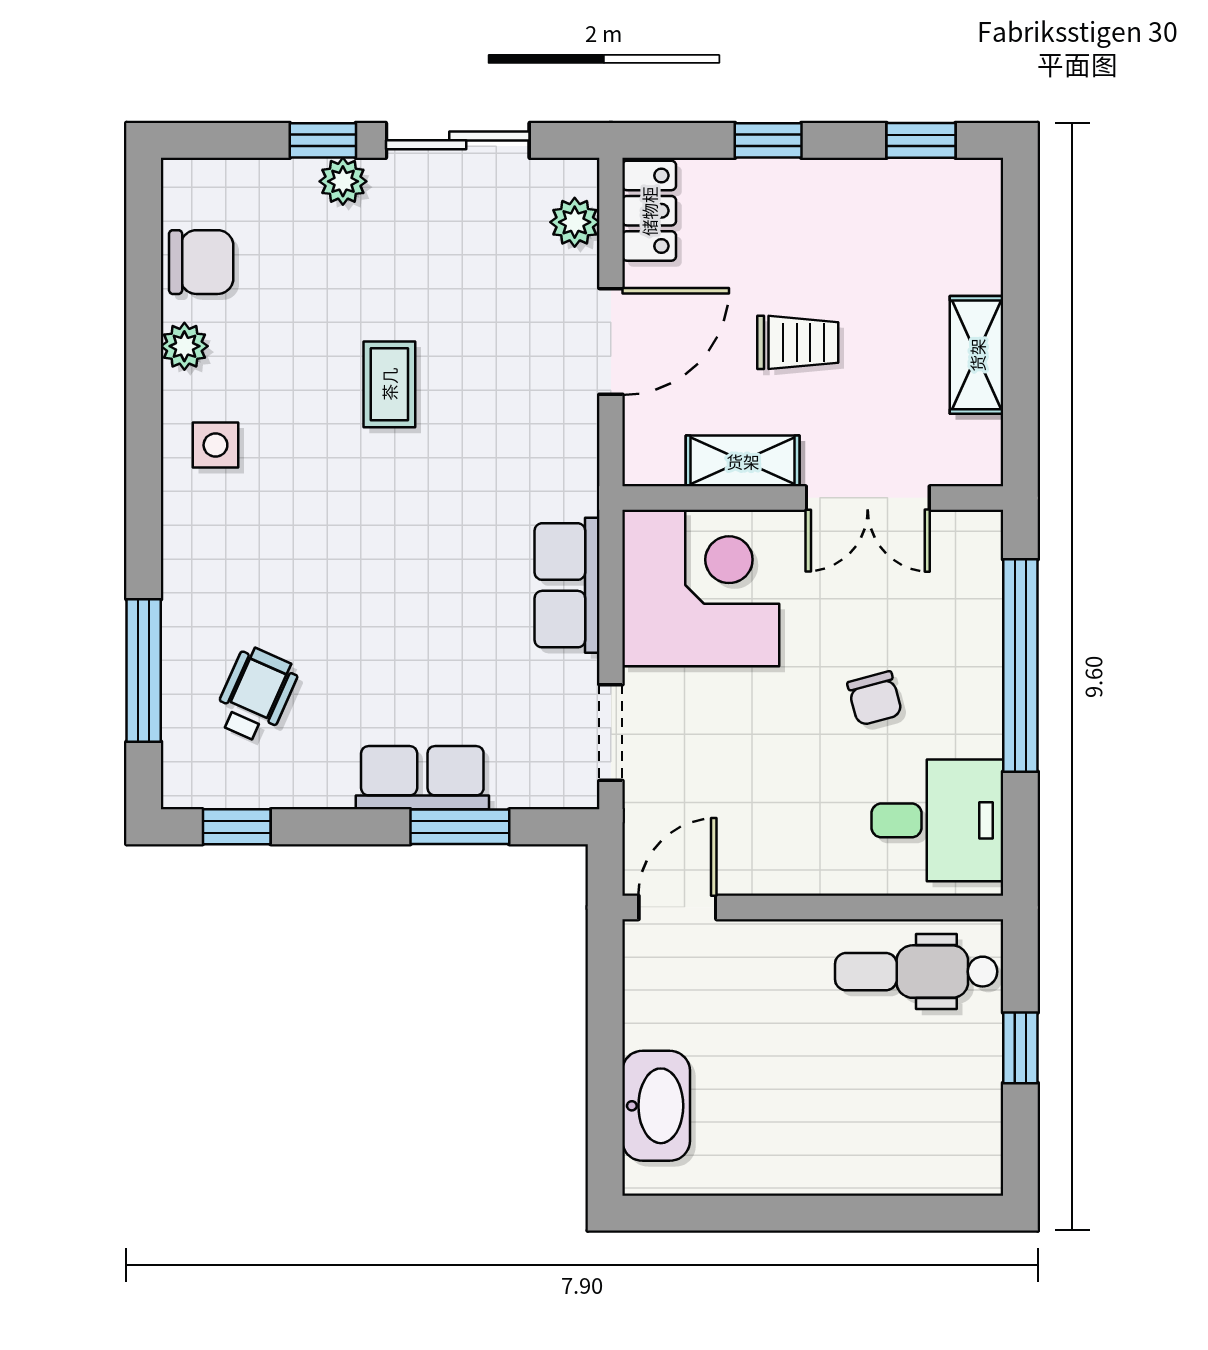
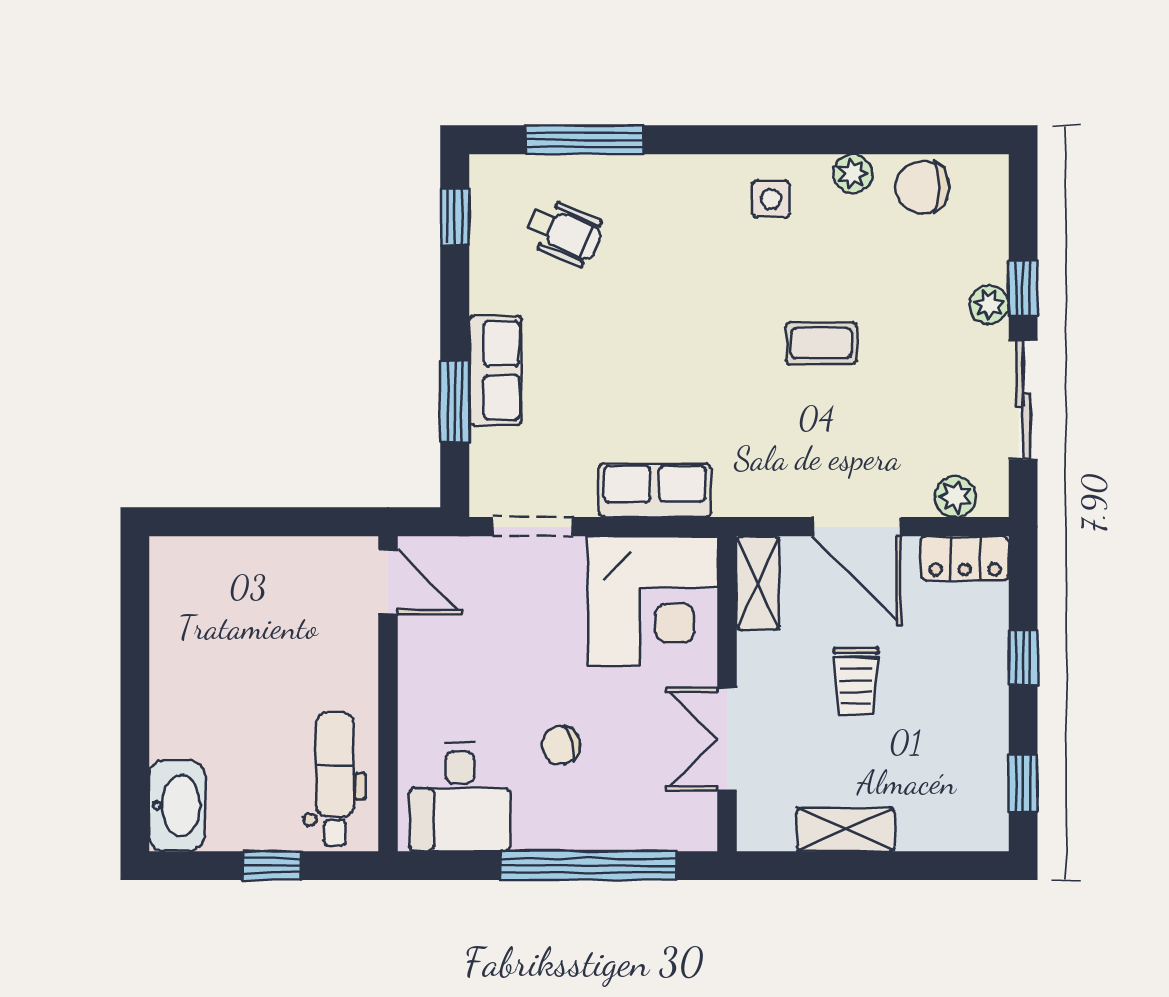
chair: (201, 262) -> (922, 187), turned 90
shelving: (743, 461) -> (758, 583), moved
washbasin: (656, 1106) -> (177, 806), moved, turned -90

